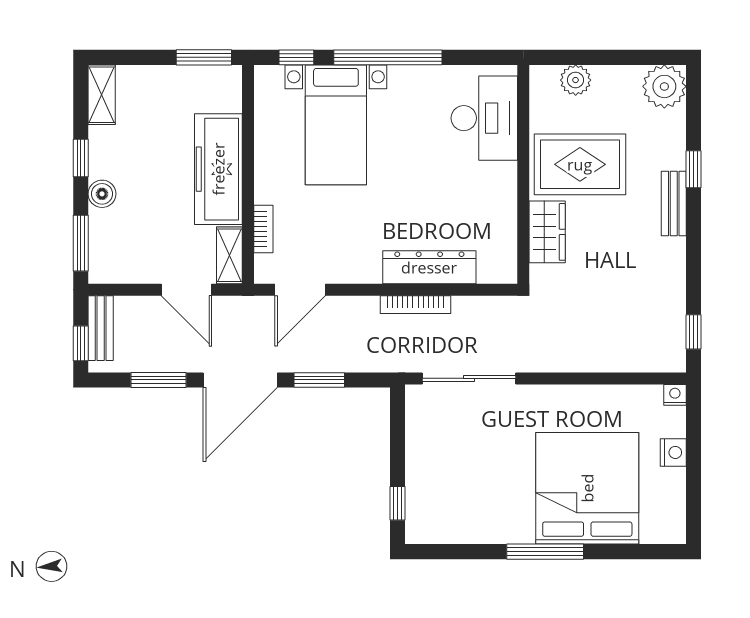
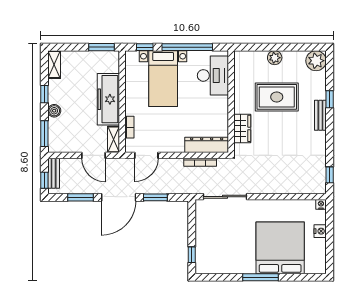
desk: (484, 118) -> (213, 75), moved
wall: (523, 174) -> (231, 102), moved
wardrobe: (547, 232) -> (242, 128), moved

